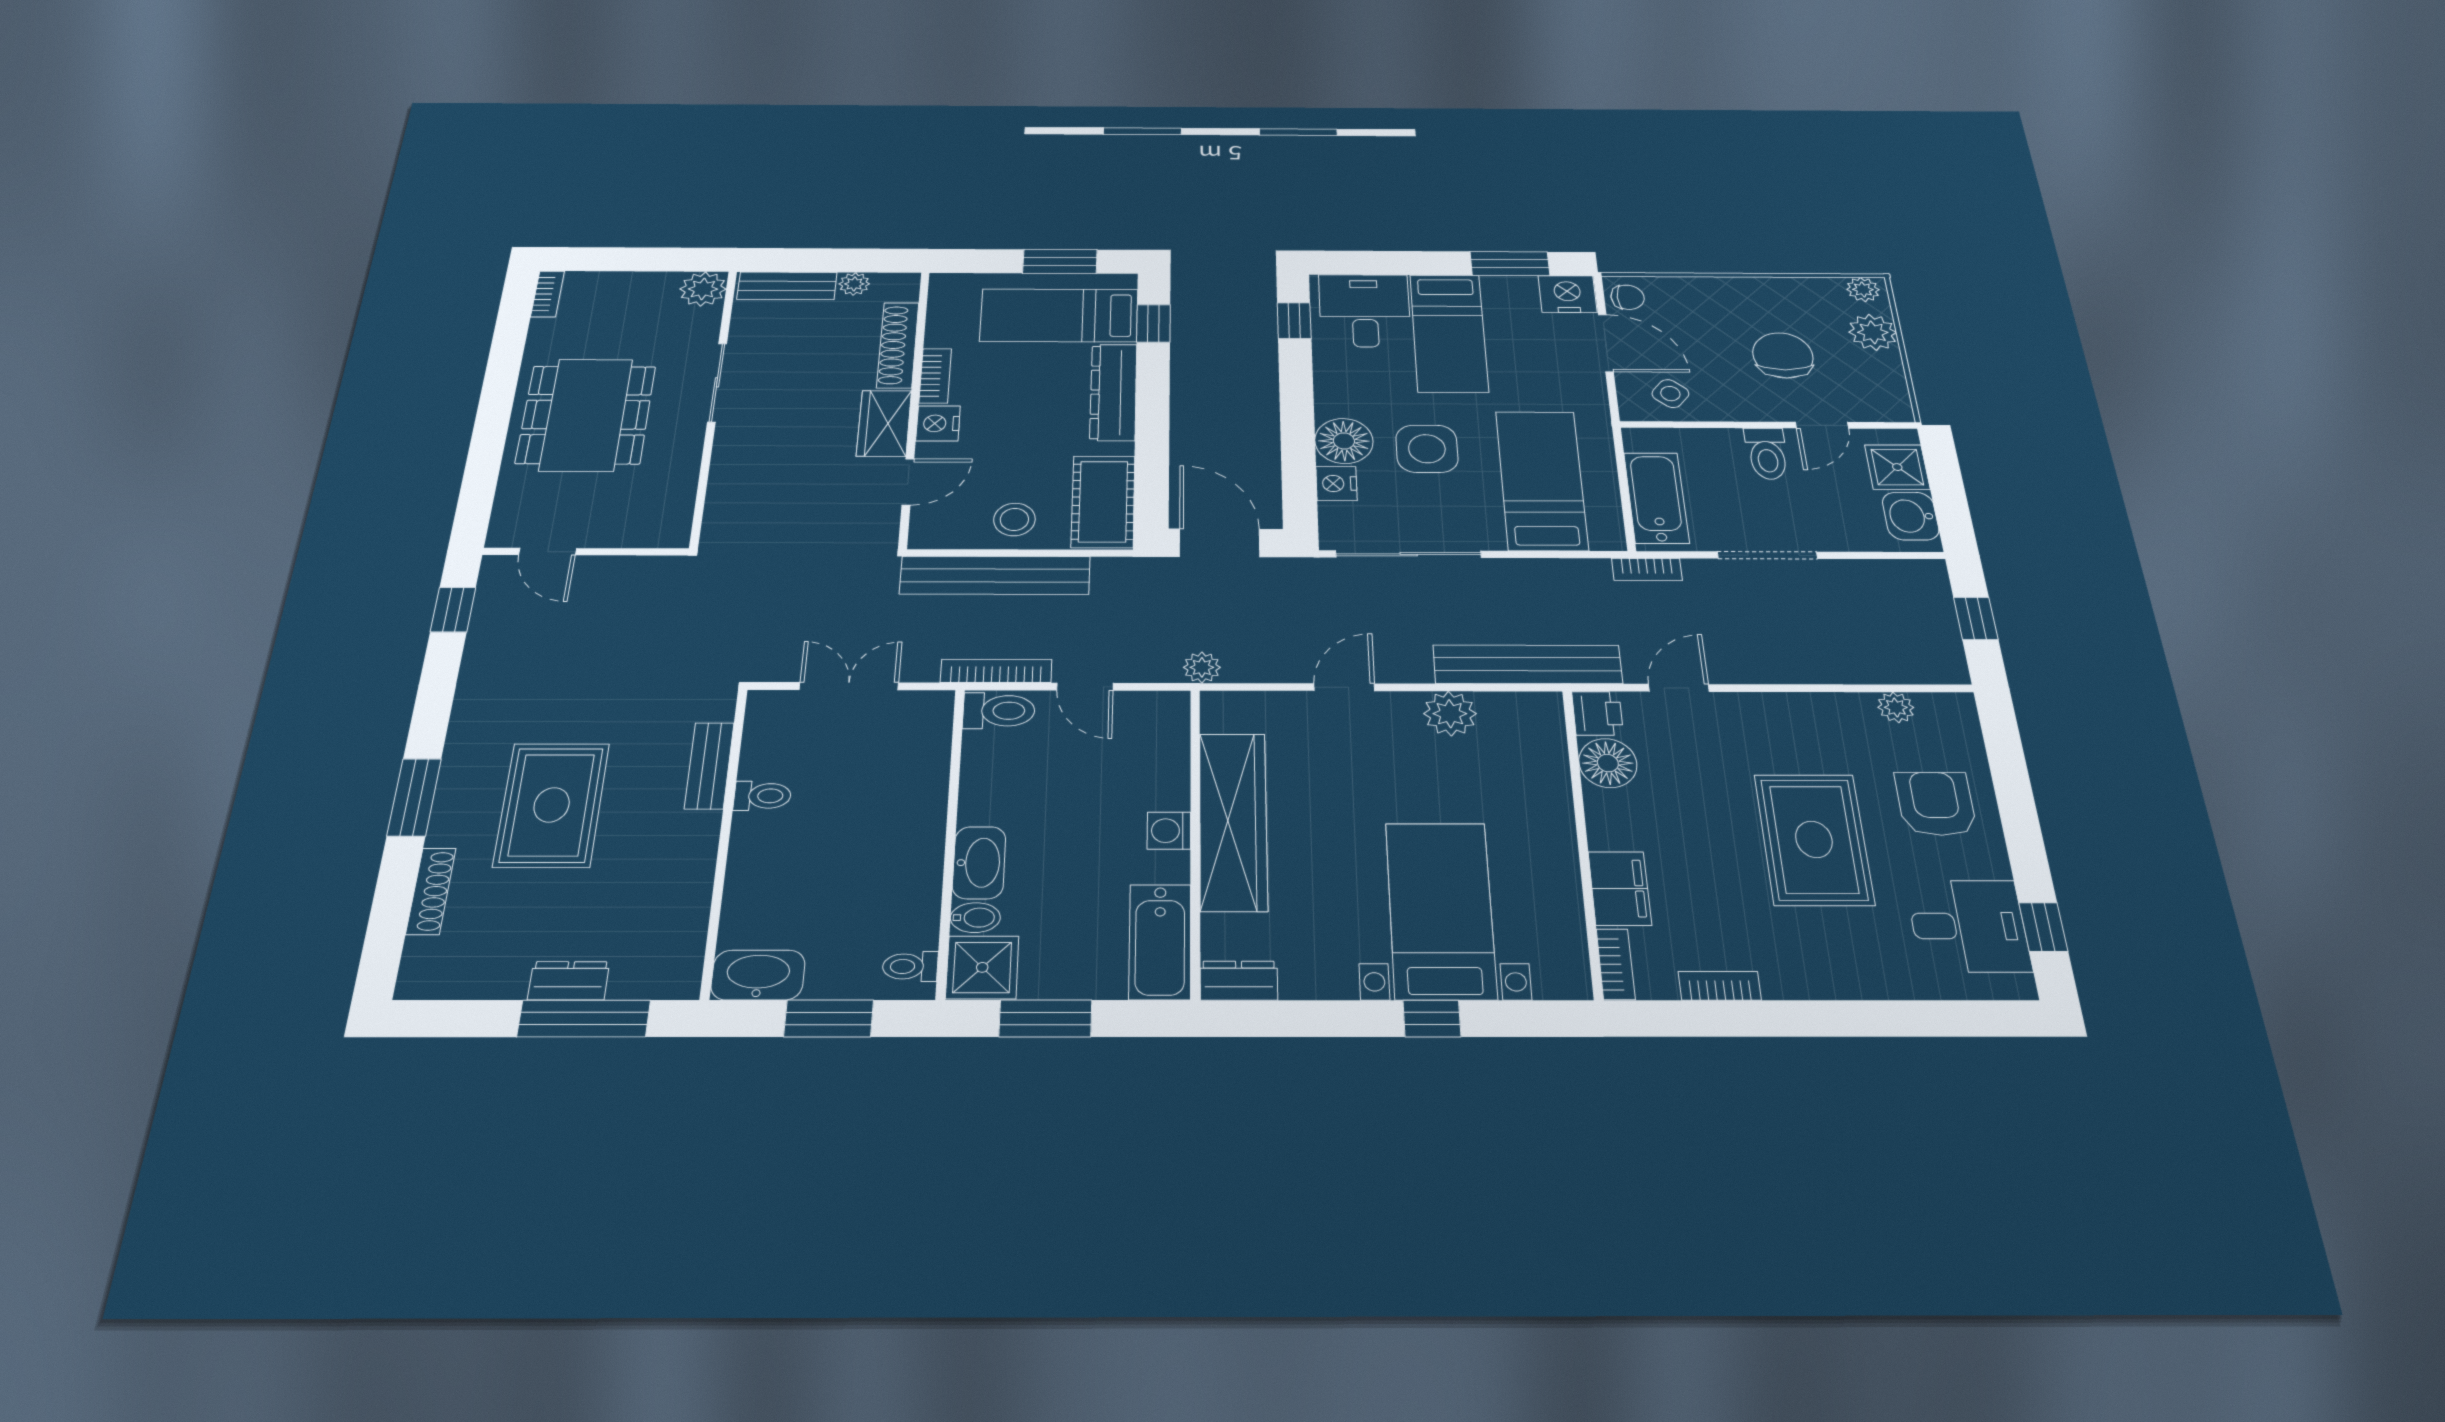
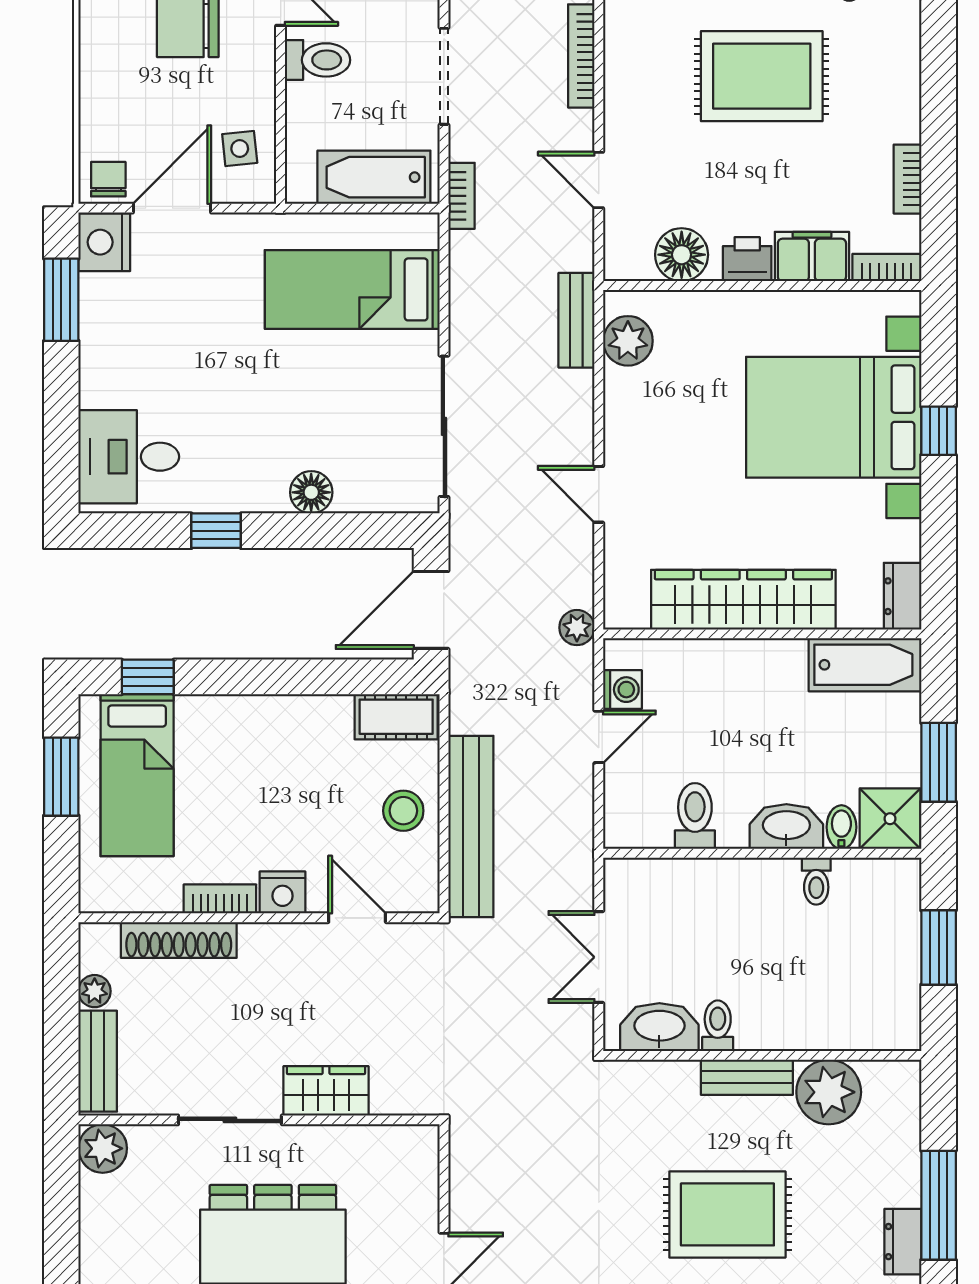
window: (1294, 321) -> (216, 531), moved
bed: (1449, 333) -> (159, 370), removed
dresser: (1113, 392) -> (241, 717), removed
side table: (1670, 394) -> (240, 149), turned 45
wardrobe: (884, 423) -> (326, 1091), moved, turned 180
floor lamp: (1344, 441) -> (311, 492), width x0.73, depth x0.73
side table: (1427, 449) -> (313, 401), removed
nightstand: (1336, 484) -> (357, 494), removed
cot: (1103, 501) -> (396, 717), width x0.73, depth x0.75
bench: (1528, 664) -> (576, 320), width x0.54, depth x0.82
bookcase: (996, 671) -> (581, 56), moved
toilet: (999, 711) -> (695, 816), moved
printer: (1597, 713) -> (747, 259), moved
plant: (1450, 714) -> (628, 341), moved
bench: (709, 766) -> (747, 1077), moved
washing machine: (1169, 831) -> (622, 690), moved, turned -90
plant: (674, 904) -> (829, 1092), added
bed with nightstands: (1441, 910) -> (834, 417), width x1.36
toilet: (910, 966) -> (816, 881), moved
washbasin: (758, 975) -> (659, 1027), moved, turned 90
dresser: (569, 981) -> (903, 1242), moved
window: (584, 1019) -> (939, 1205), moved

